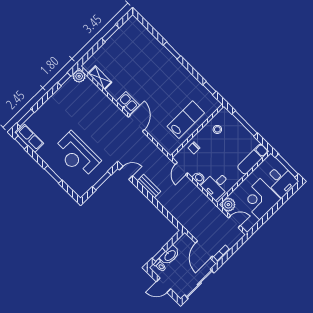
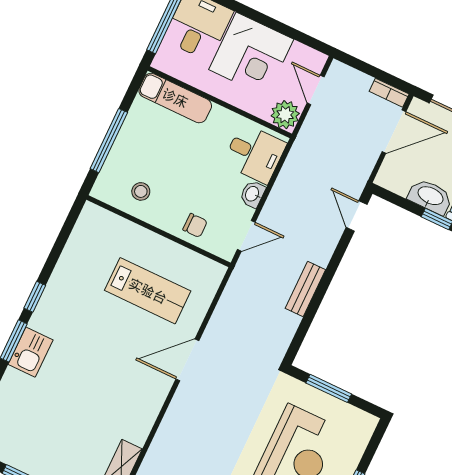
window: (209, 88) -> (35, 297), moved
kitchen sink: (128, 103) -> (31, 352), moved, turned 180
lab bench: (186, 120) -> (148, 291), moved, turned 180
door: (126, 173) -> (357, 216), moved

